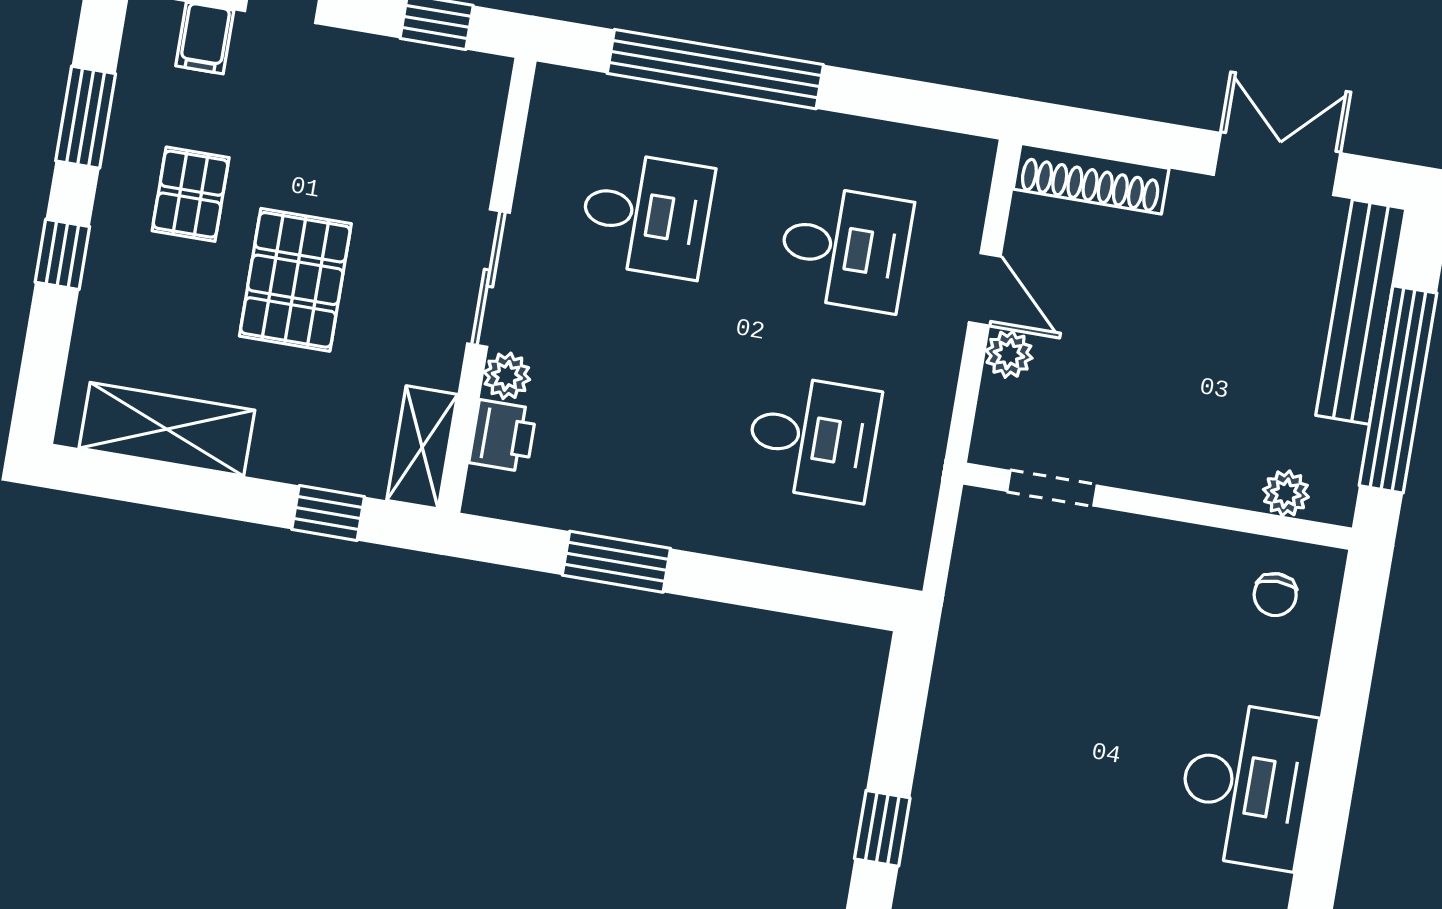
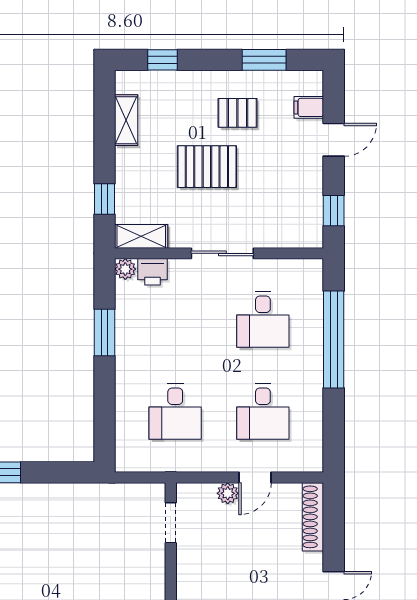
window: (62, 254) -> (163, 60), moved
plant: (507, 376) -> (125, 269), moved
shelving: (167, 429) -> (126, 120), width x0.67, depth x0.75

